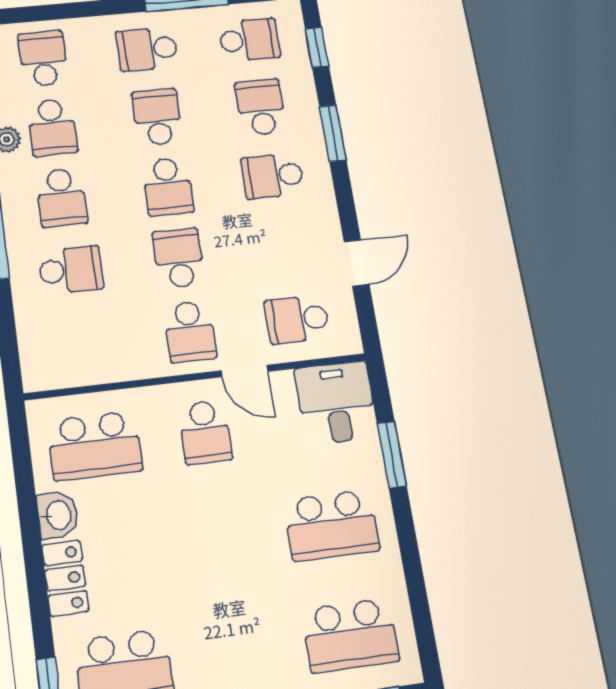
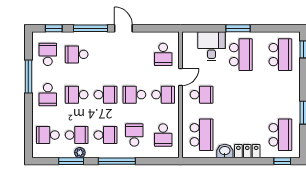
window: (333, 133) -> (90, 28), width x1.44
school desk: (273, 176) -> (163, 135), moved
door: (357, 263) -> (123, 28), moved
desk: (336, 403) -> (212, 46), moved, turned 90
window: (392, 455) -> (238, 28), moved

